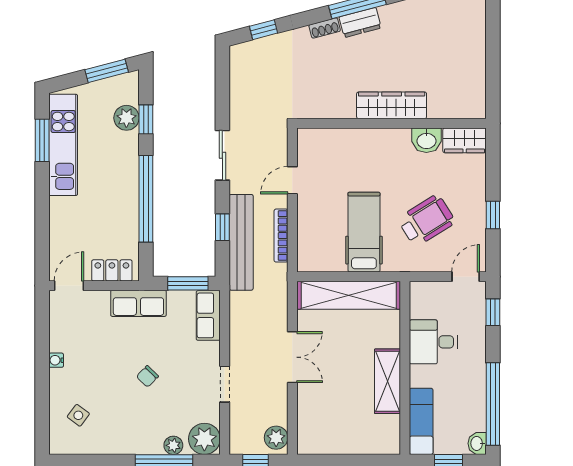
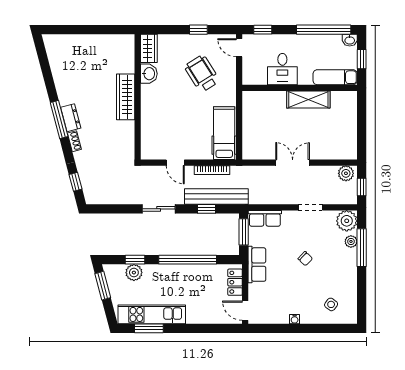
hospital bed: (364, 232) -> (224, 133), moved, turned 90
shelving: (349, 295) -> (251, 125), removed

